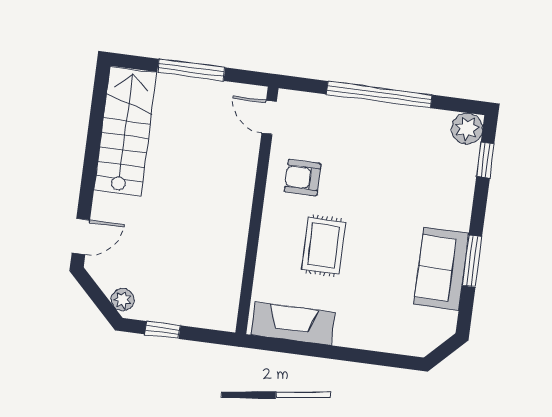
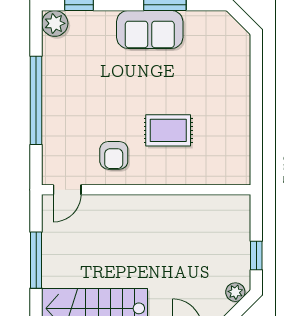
sofa: (441, 269) -> (150, 29), moved
fireplace: (293, 324) -> (237, 147), removed

